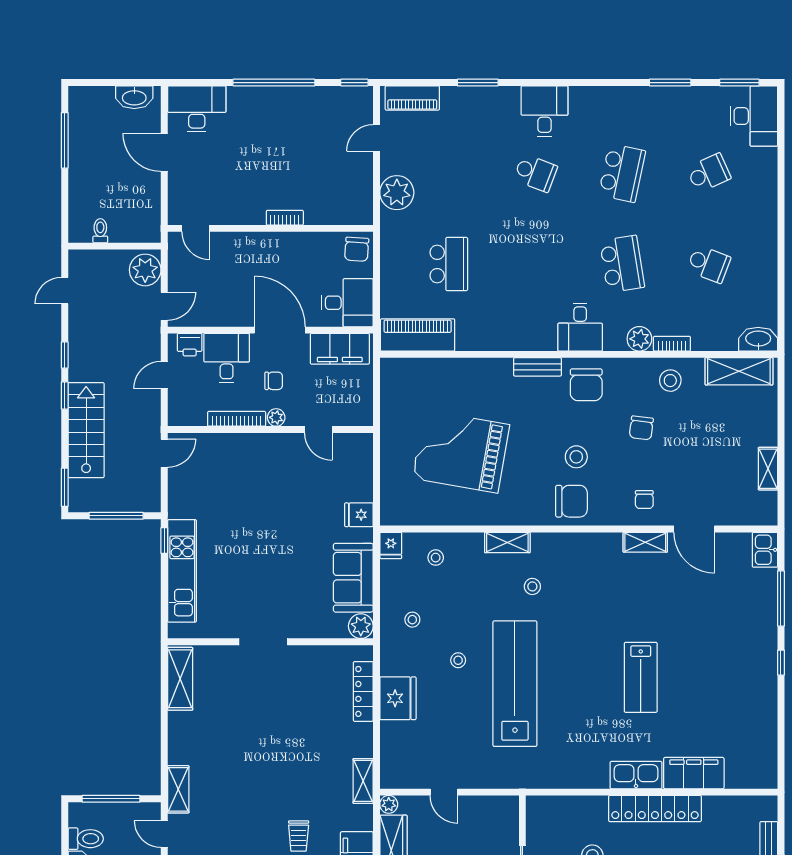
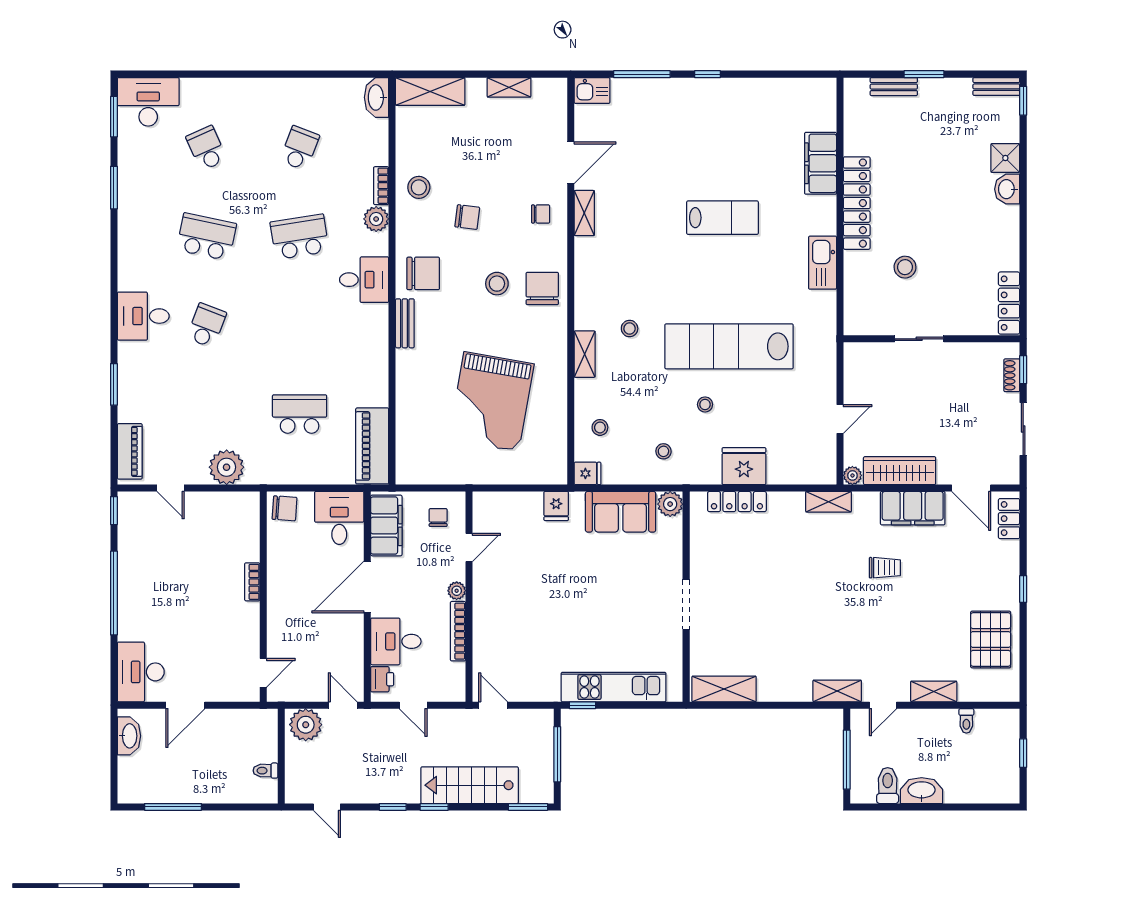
shelving: (739, 371) -> (430, 91), moved, turned 90
chair: (274, 381) -> (438, 517), moved
kitchen sink: (636, 775) -> (823, 263), moved

